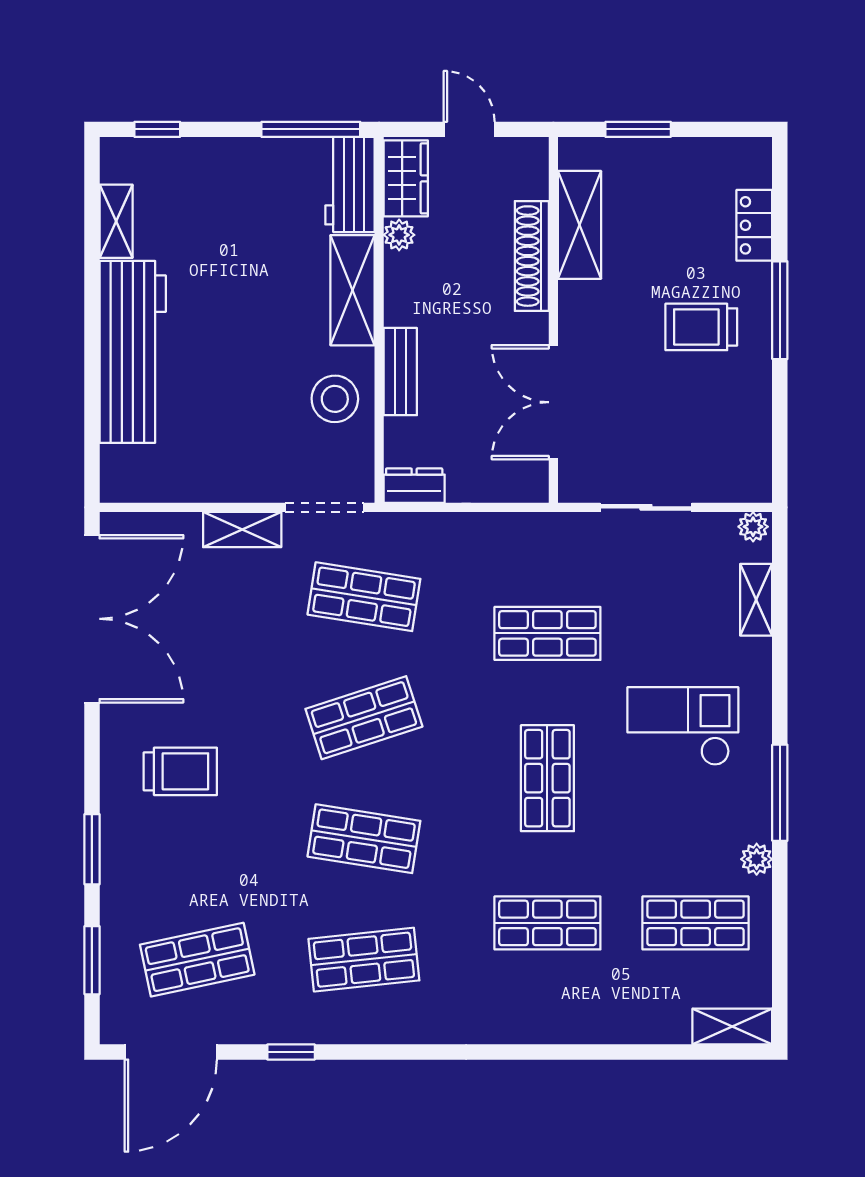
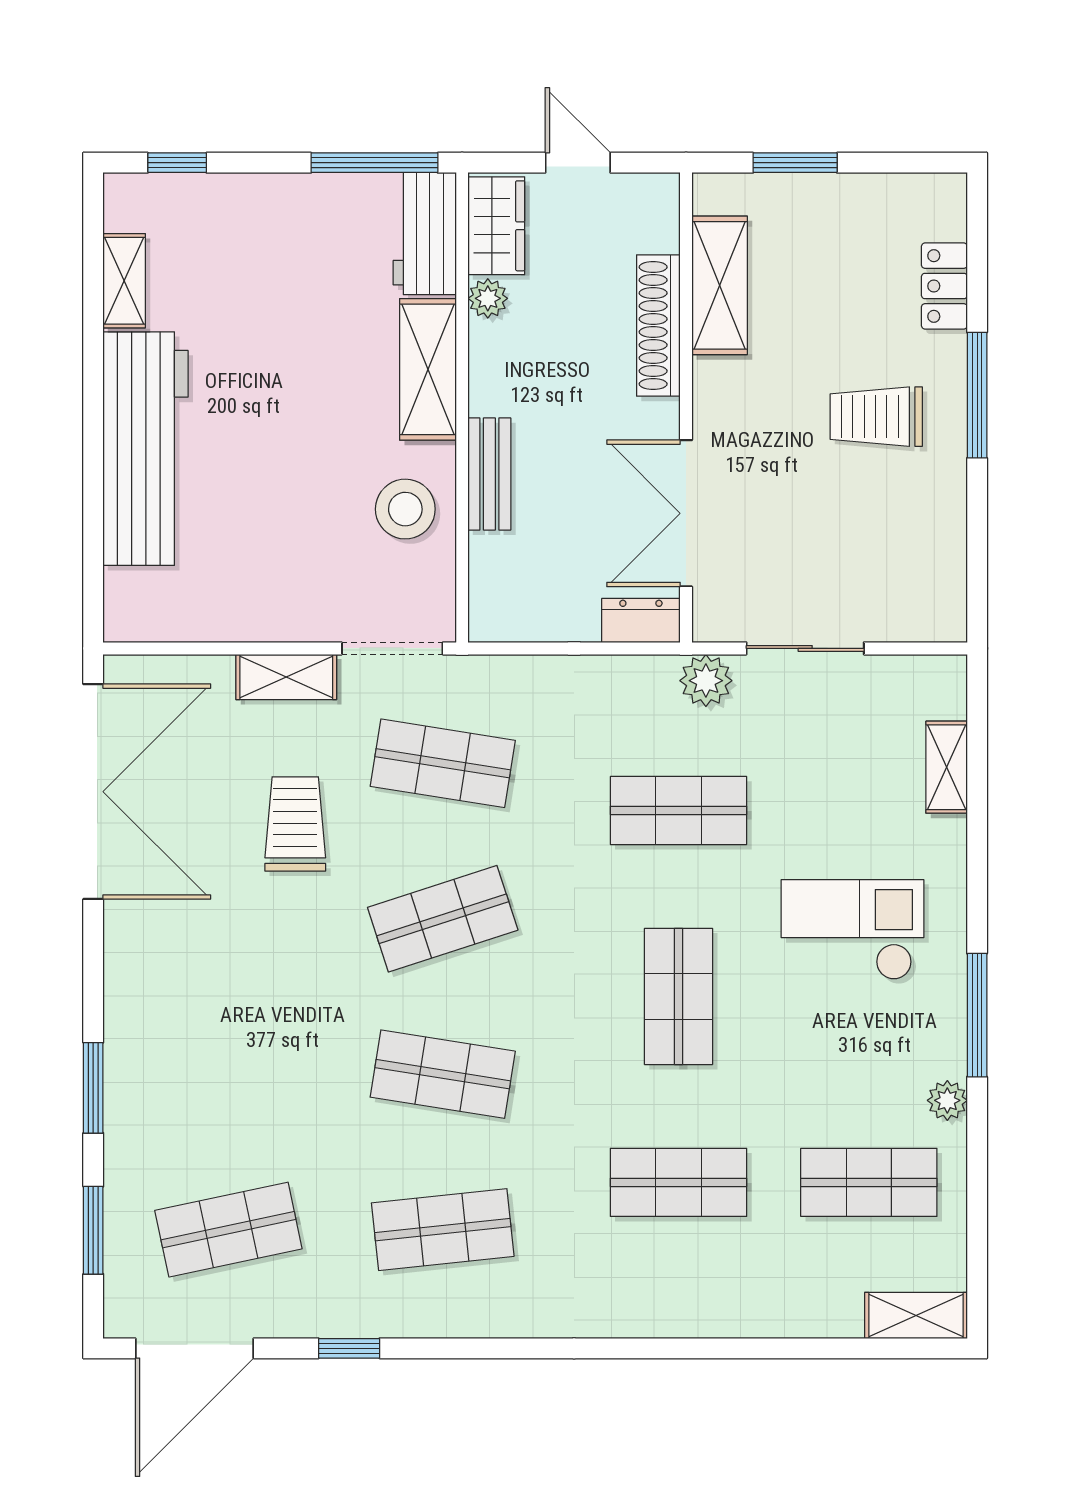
dresser: (414, 486) -> (641, 621), moved
plant: (753, 527) -> (706, 681), moved, width x1.38, depth x1.38
trolley: (180, 771) -> (295, 824), moved, turned -90

